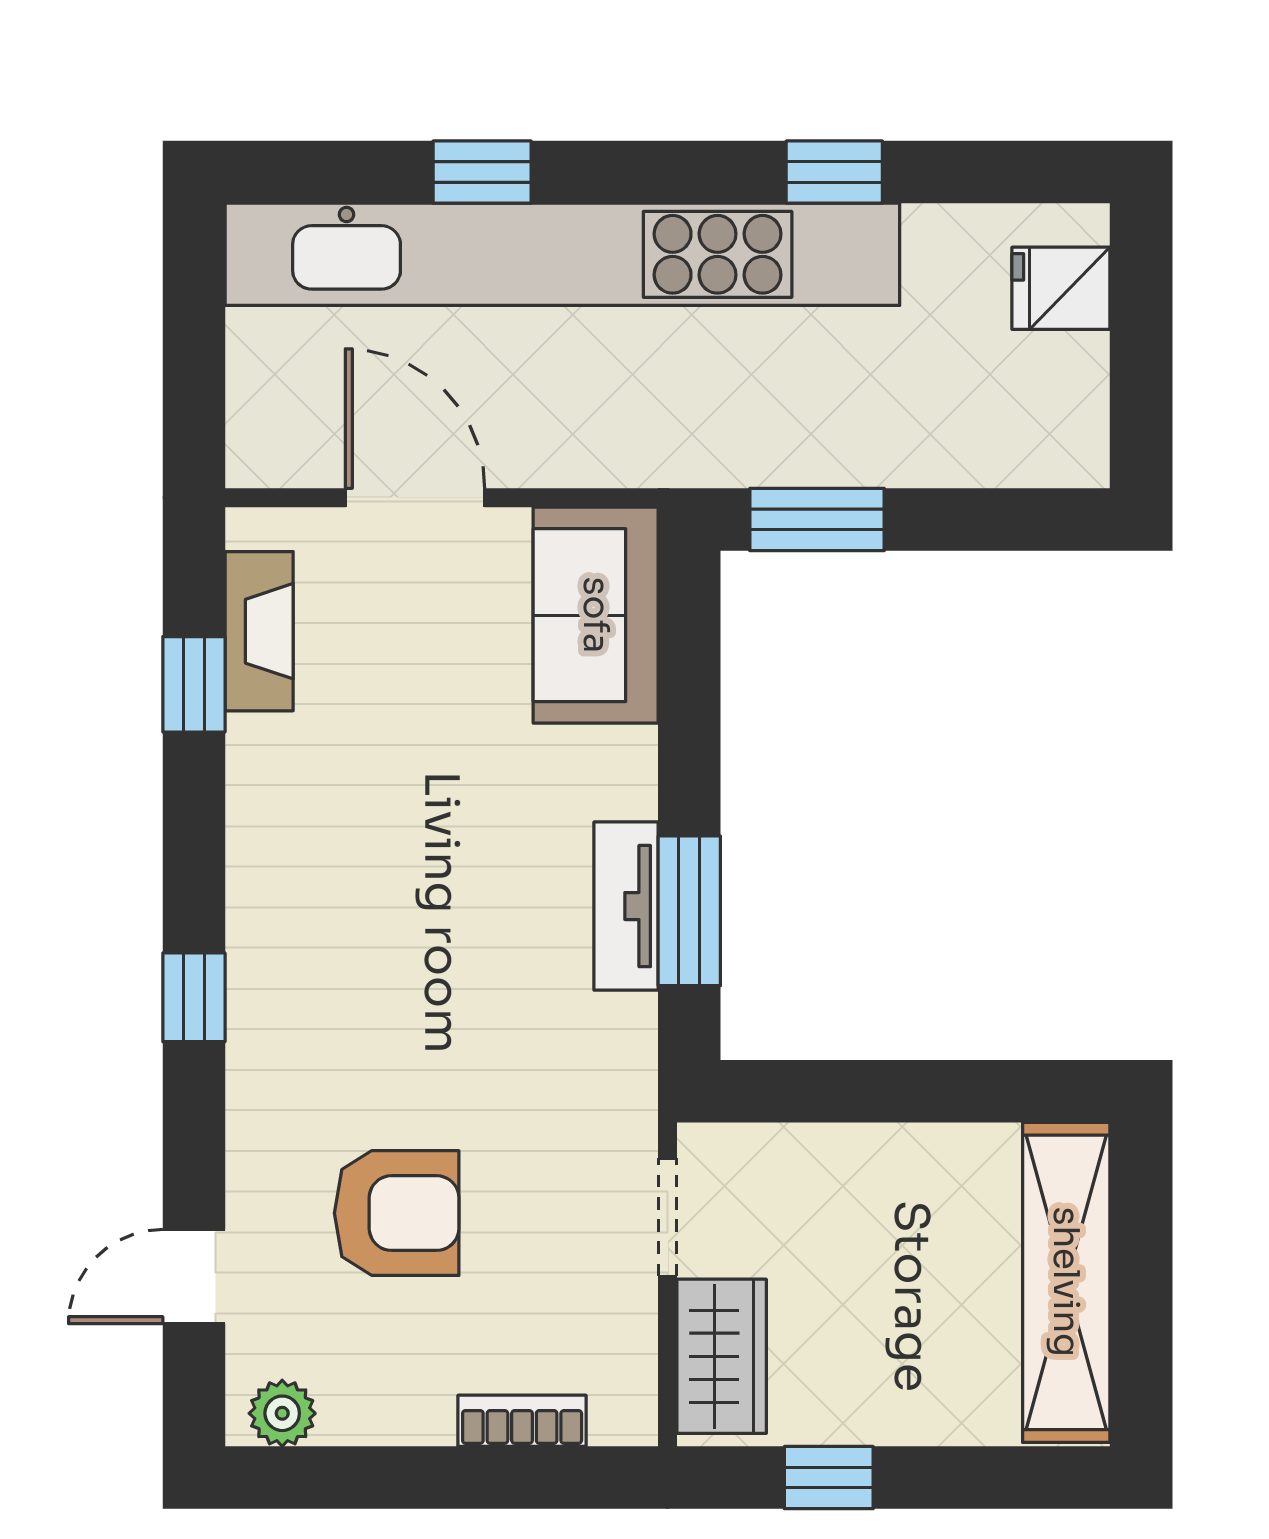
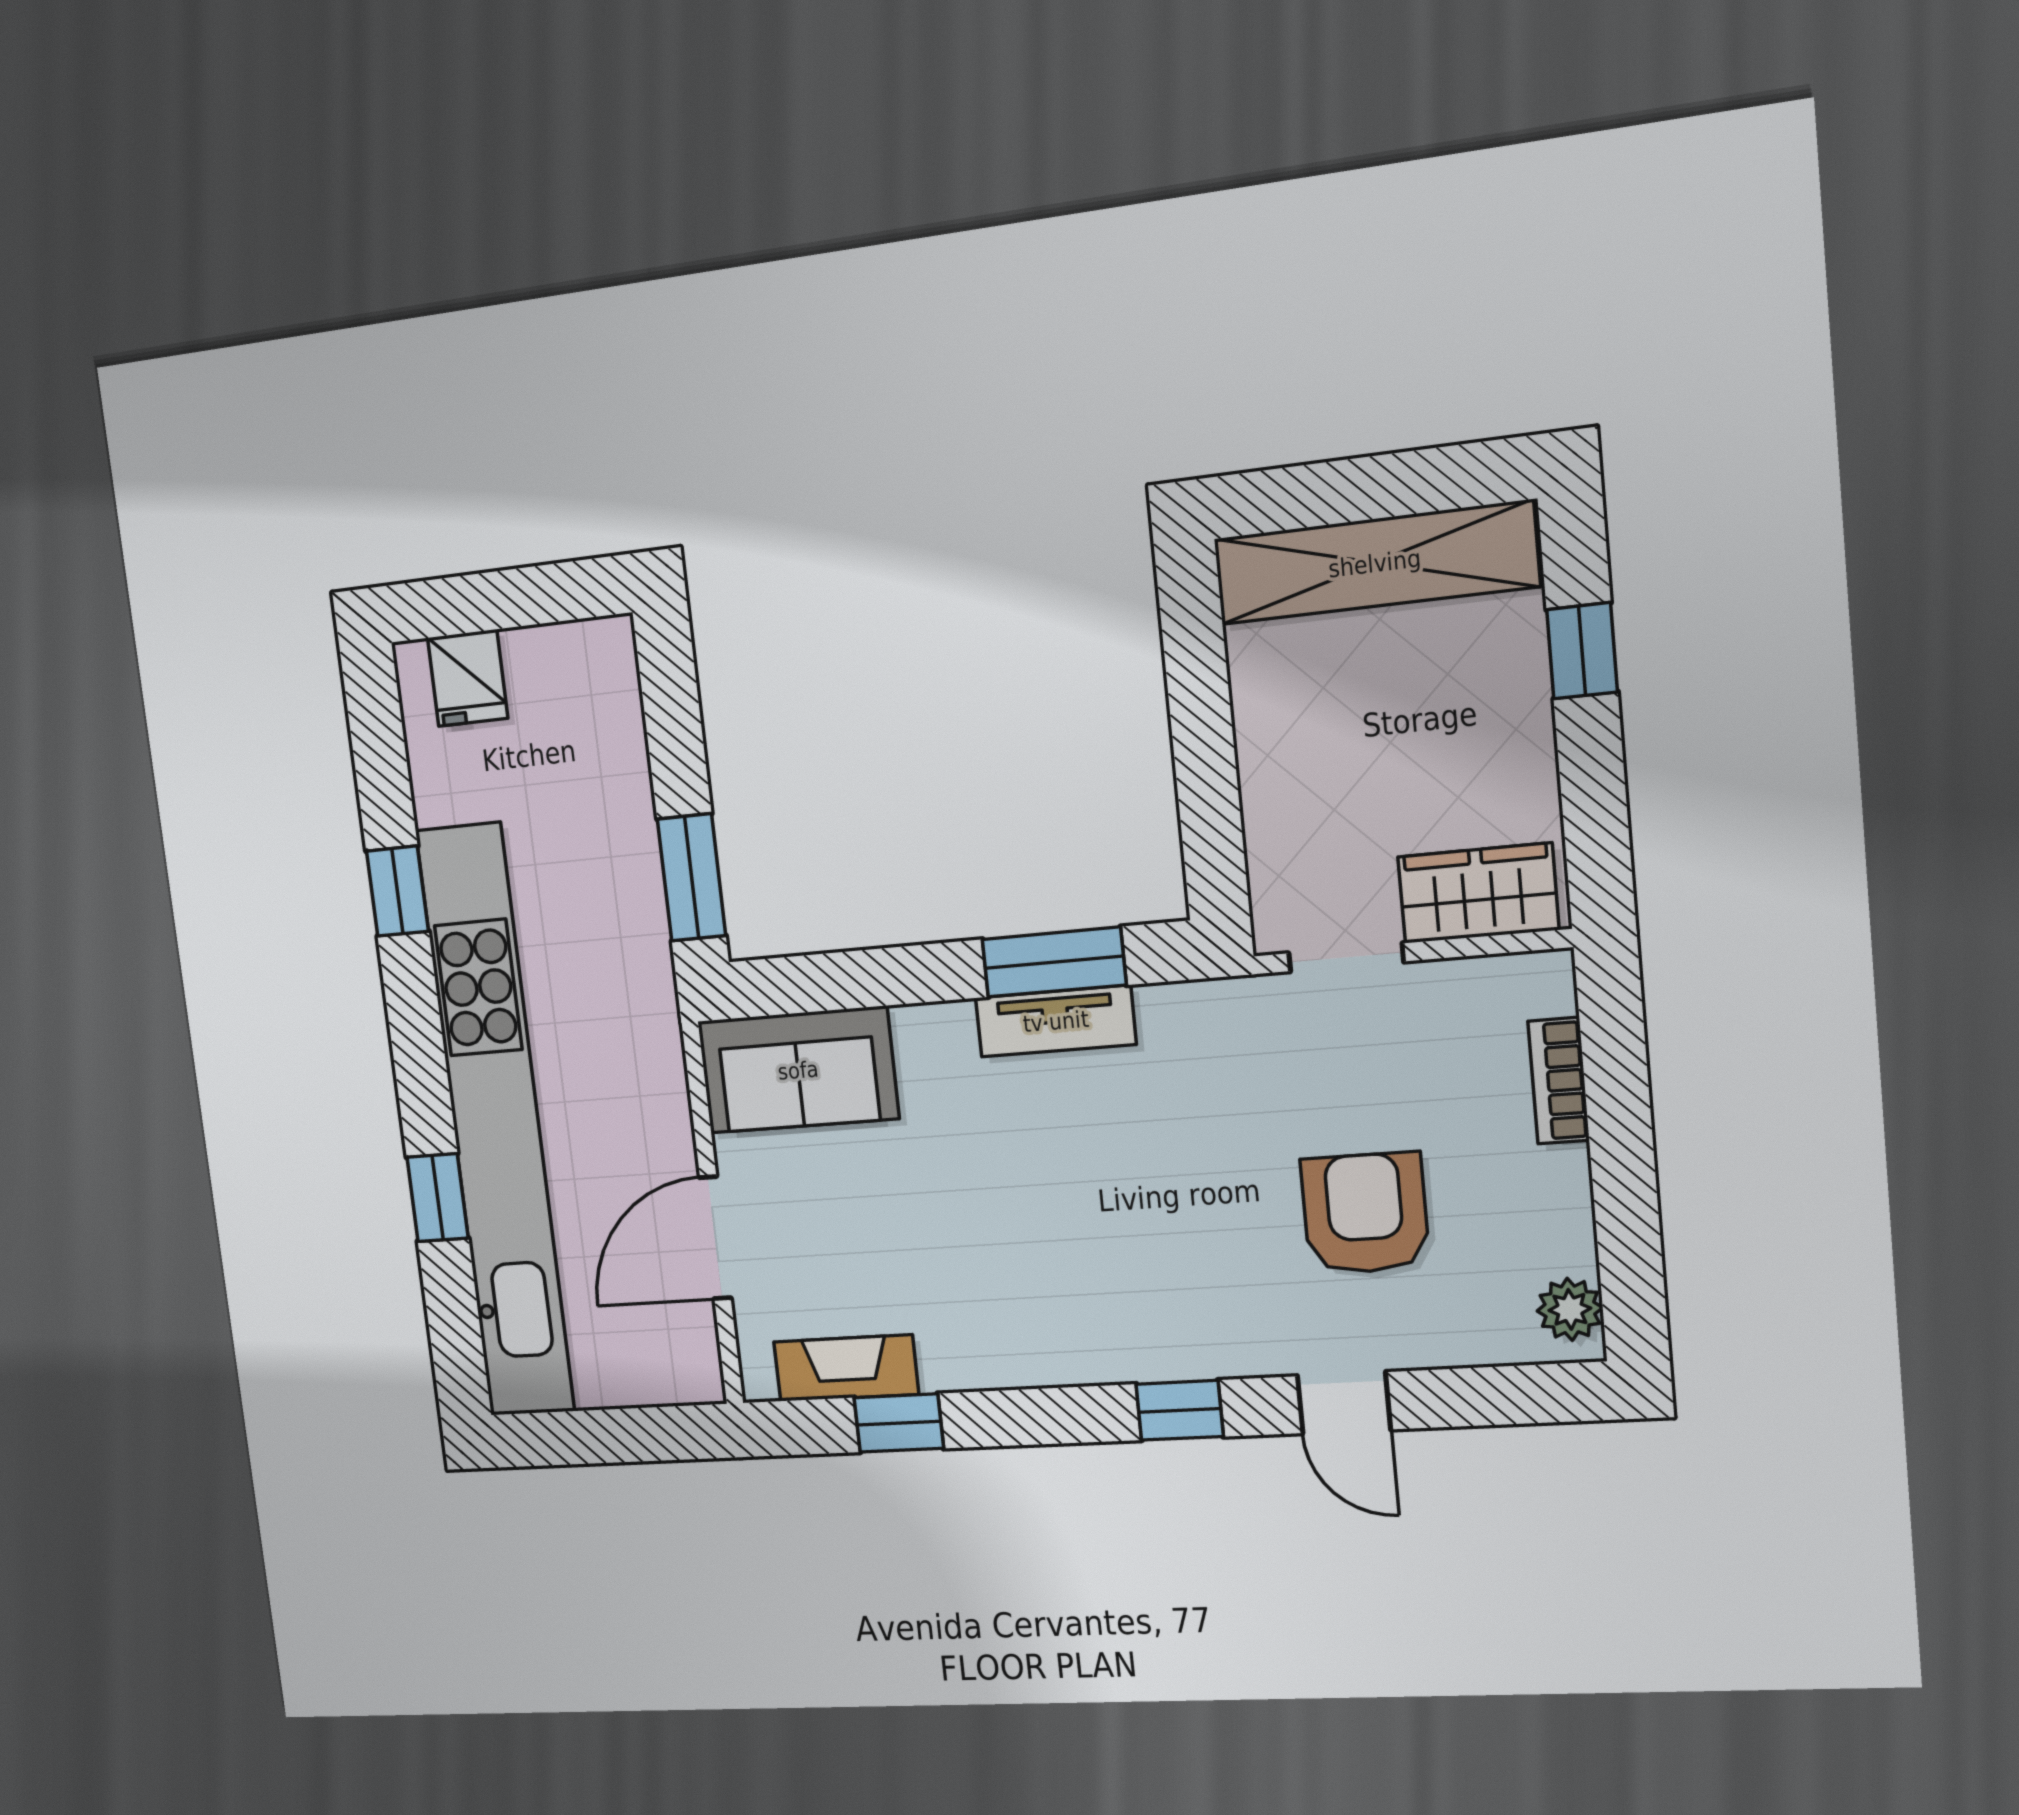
door: (194, 1277) -> (1344, 1403), moved
window: (829, 1478) -> (1582, 651), moved

